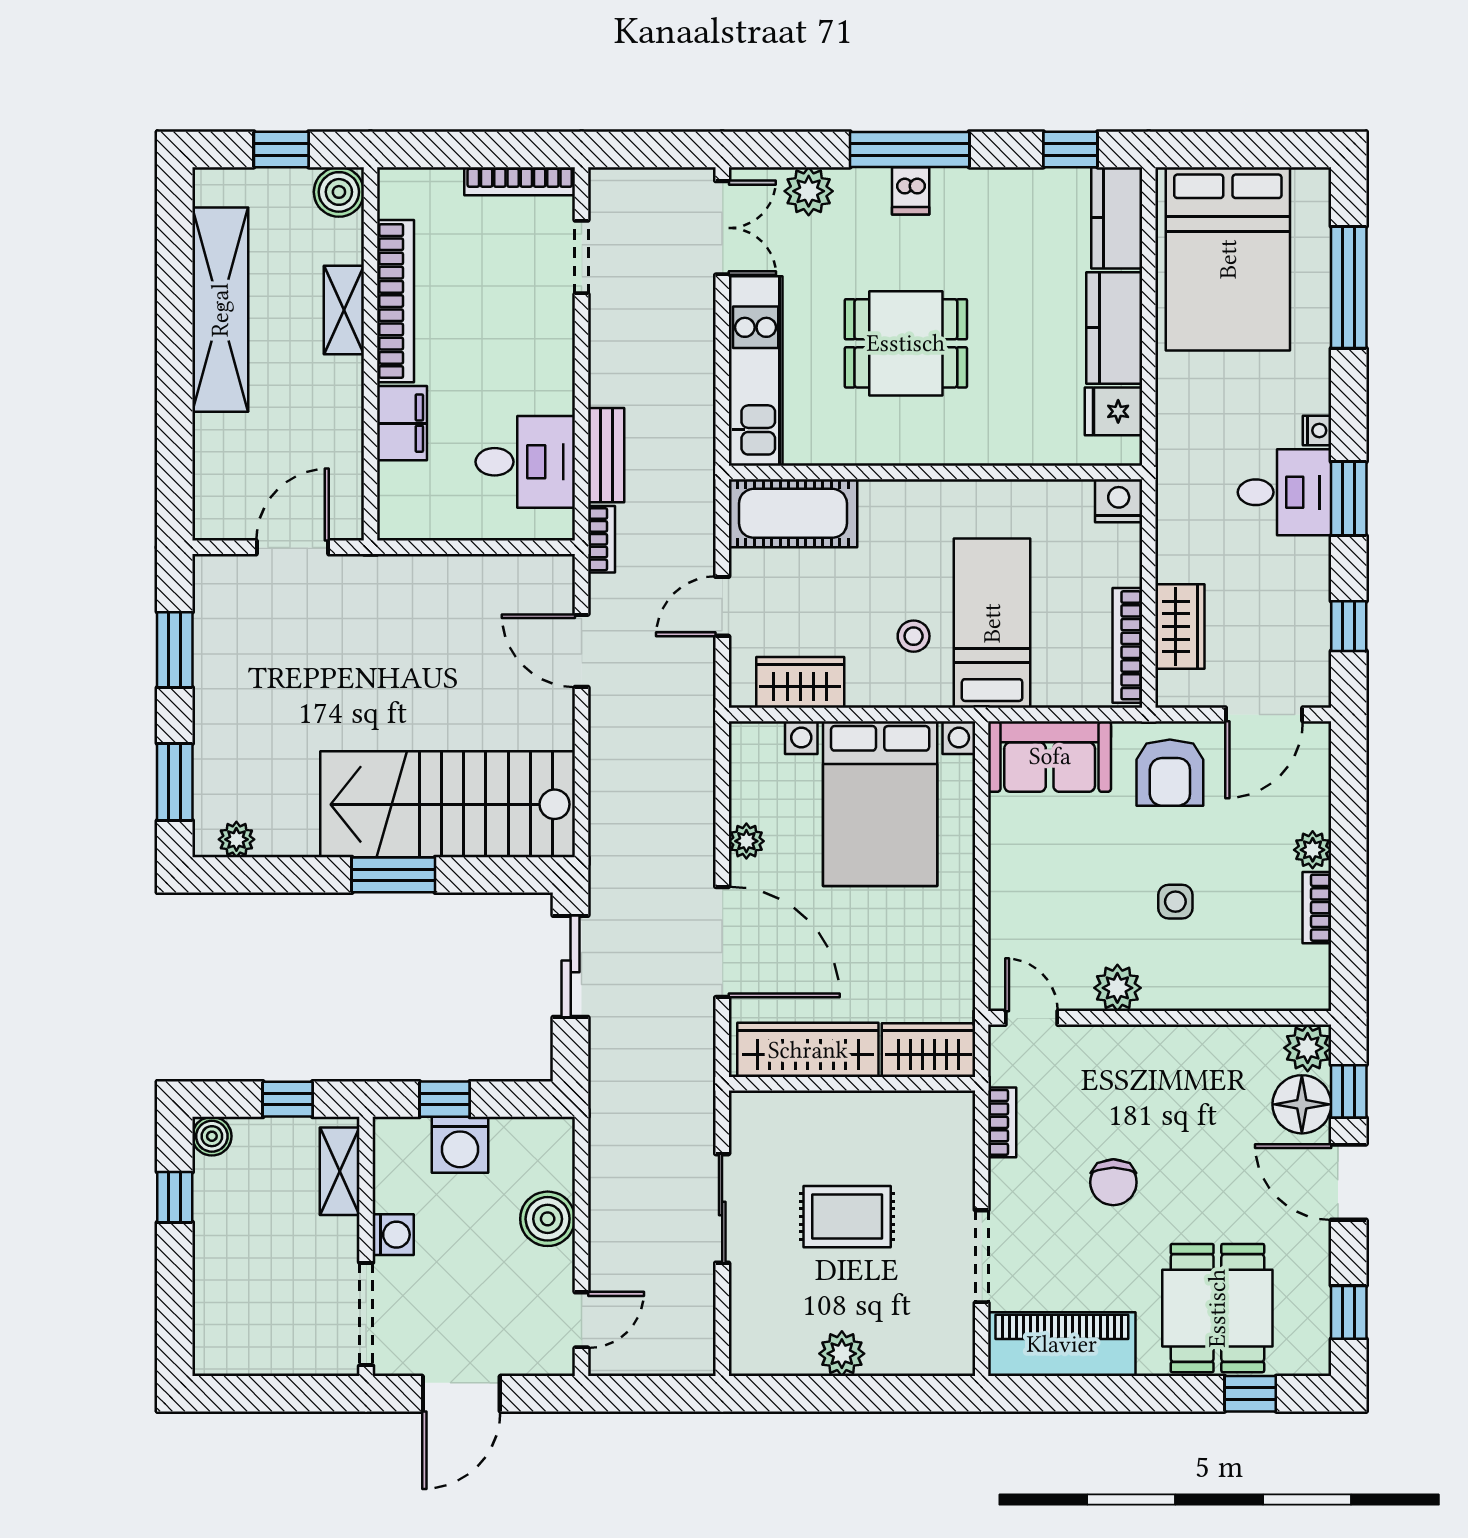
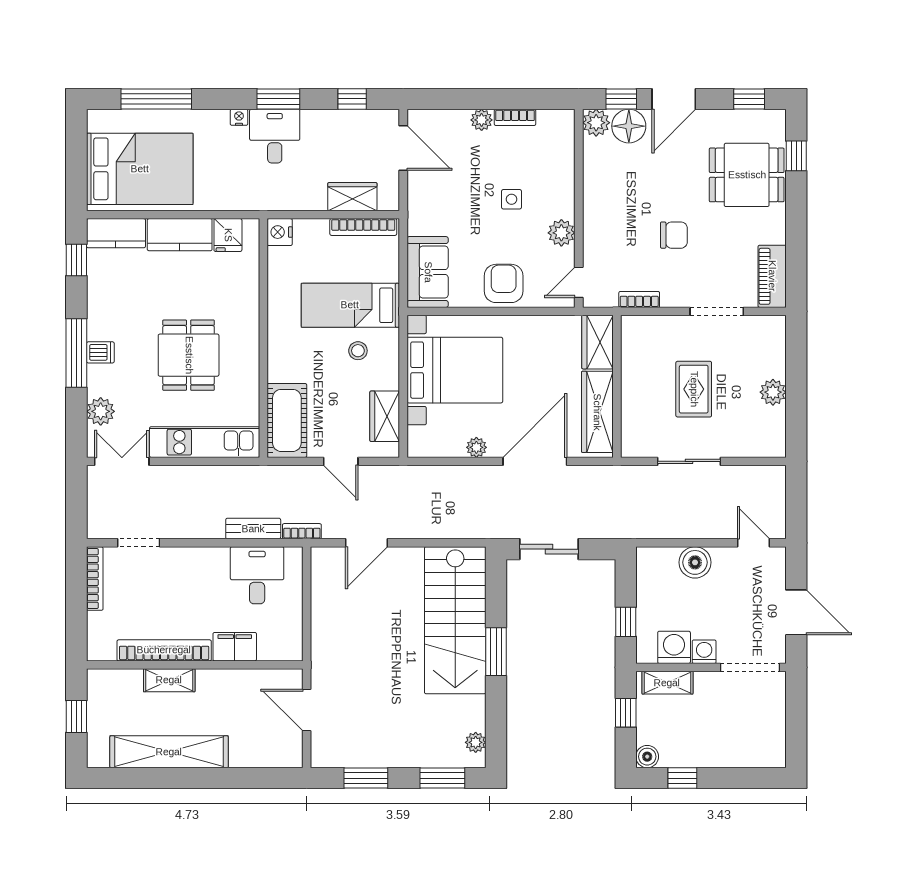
boiler: (339, 192) -> (101, 683), removed
armchair: (1170, 773) -> (504, 283), moved, turned -90
washing machine: (460, 1145) -> (674, 647), moved, turned -90
piano: (1062, 1344) -> (772, 276), width x0.73, depth x0.75

